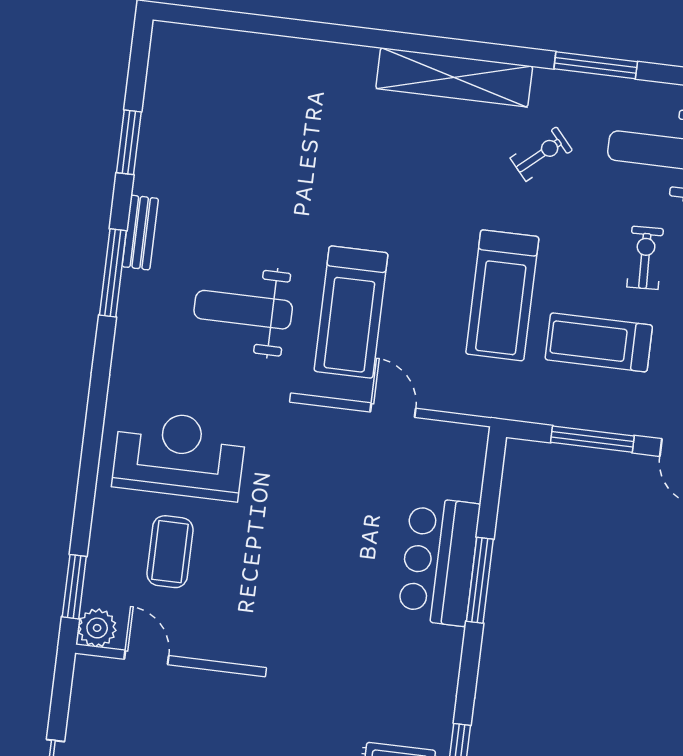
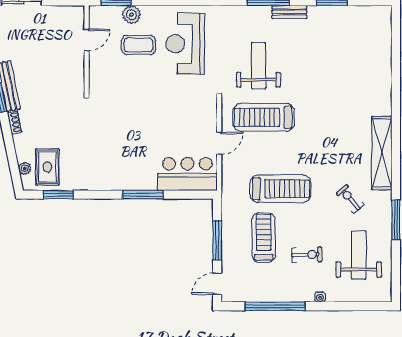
exercise bike: (541, 154) -> (350, 199), turned 180
treadmill: (502, 295) -> (280, 189), turned 180
reception desk: (179, 455) -> (185, 44), turned 180
bar counter: (439, 561) -> (187, 174), moved
plant: (97, 628) -> (131, 15), moved

